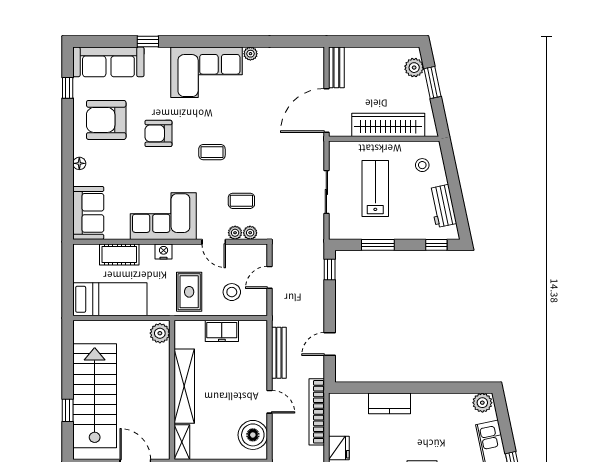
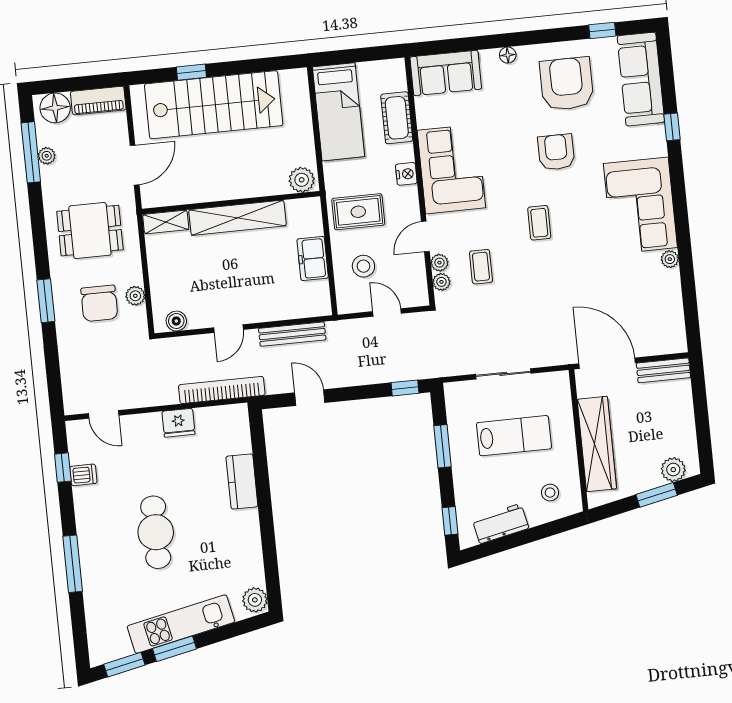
boiler: (253, 435) -> (176, 321), width x0.54, depth x0.54

